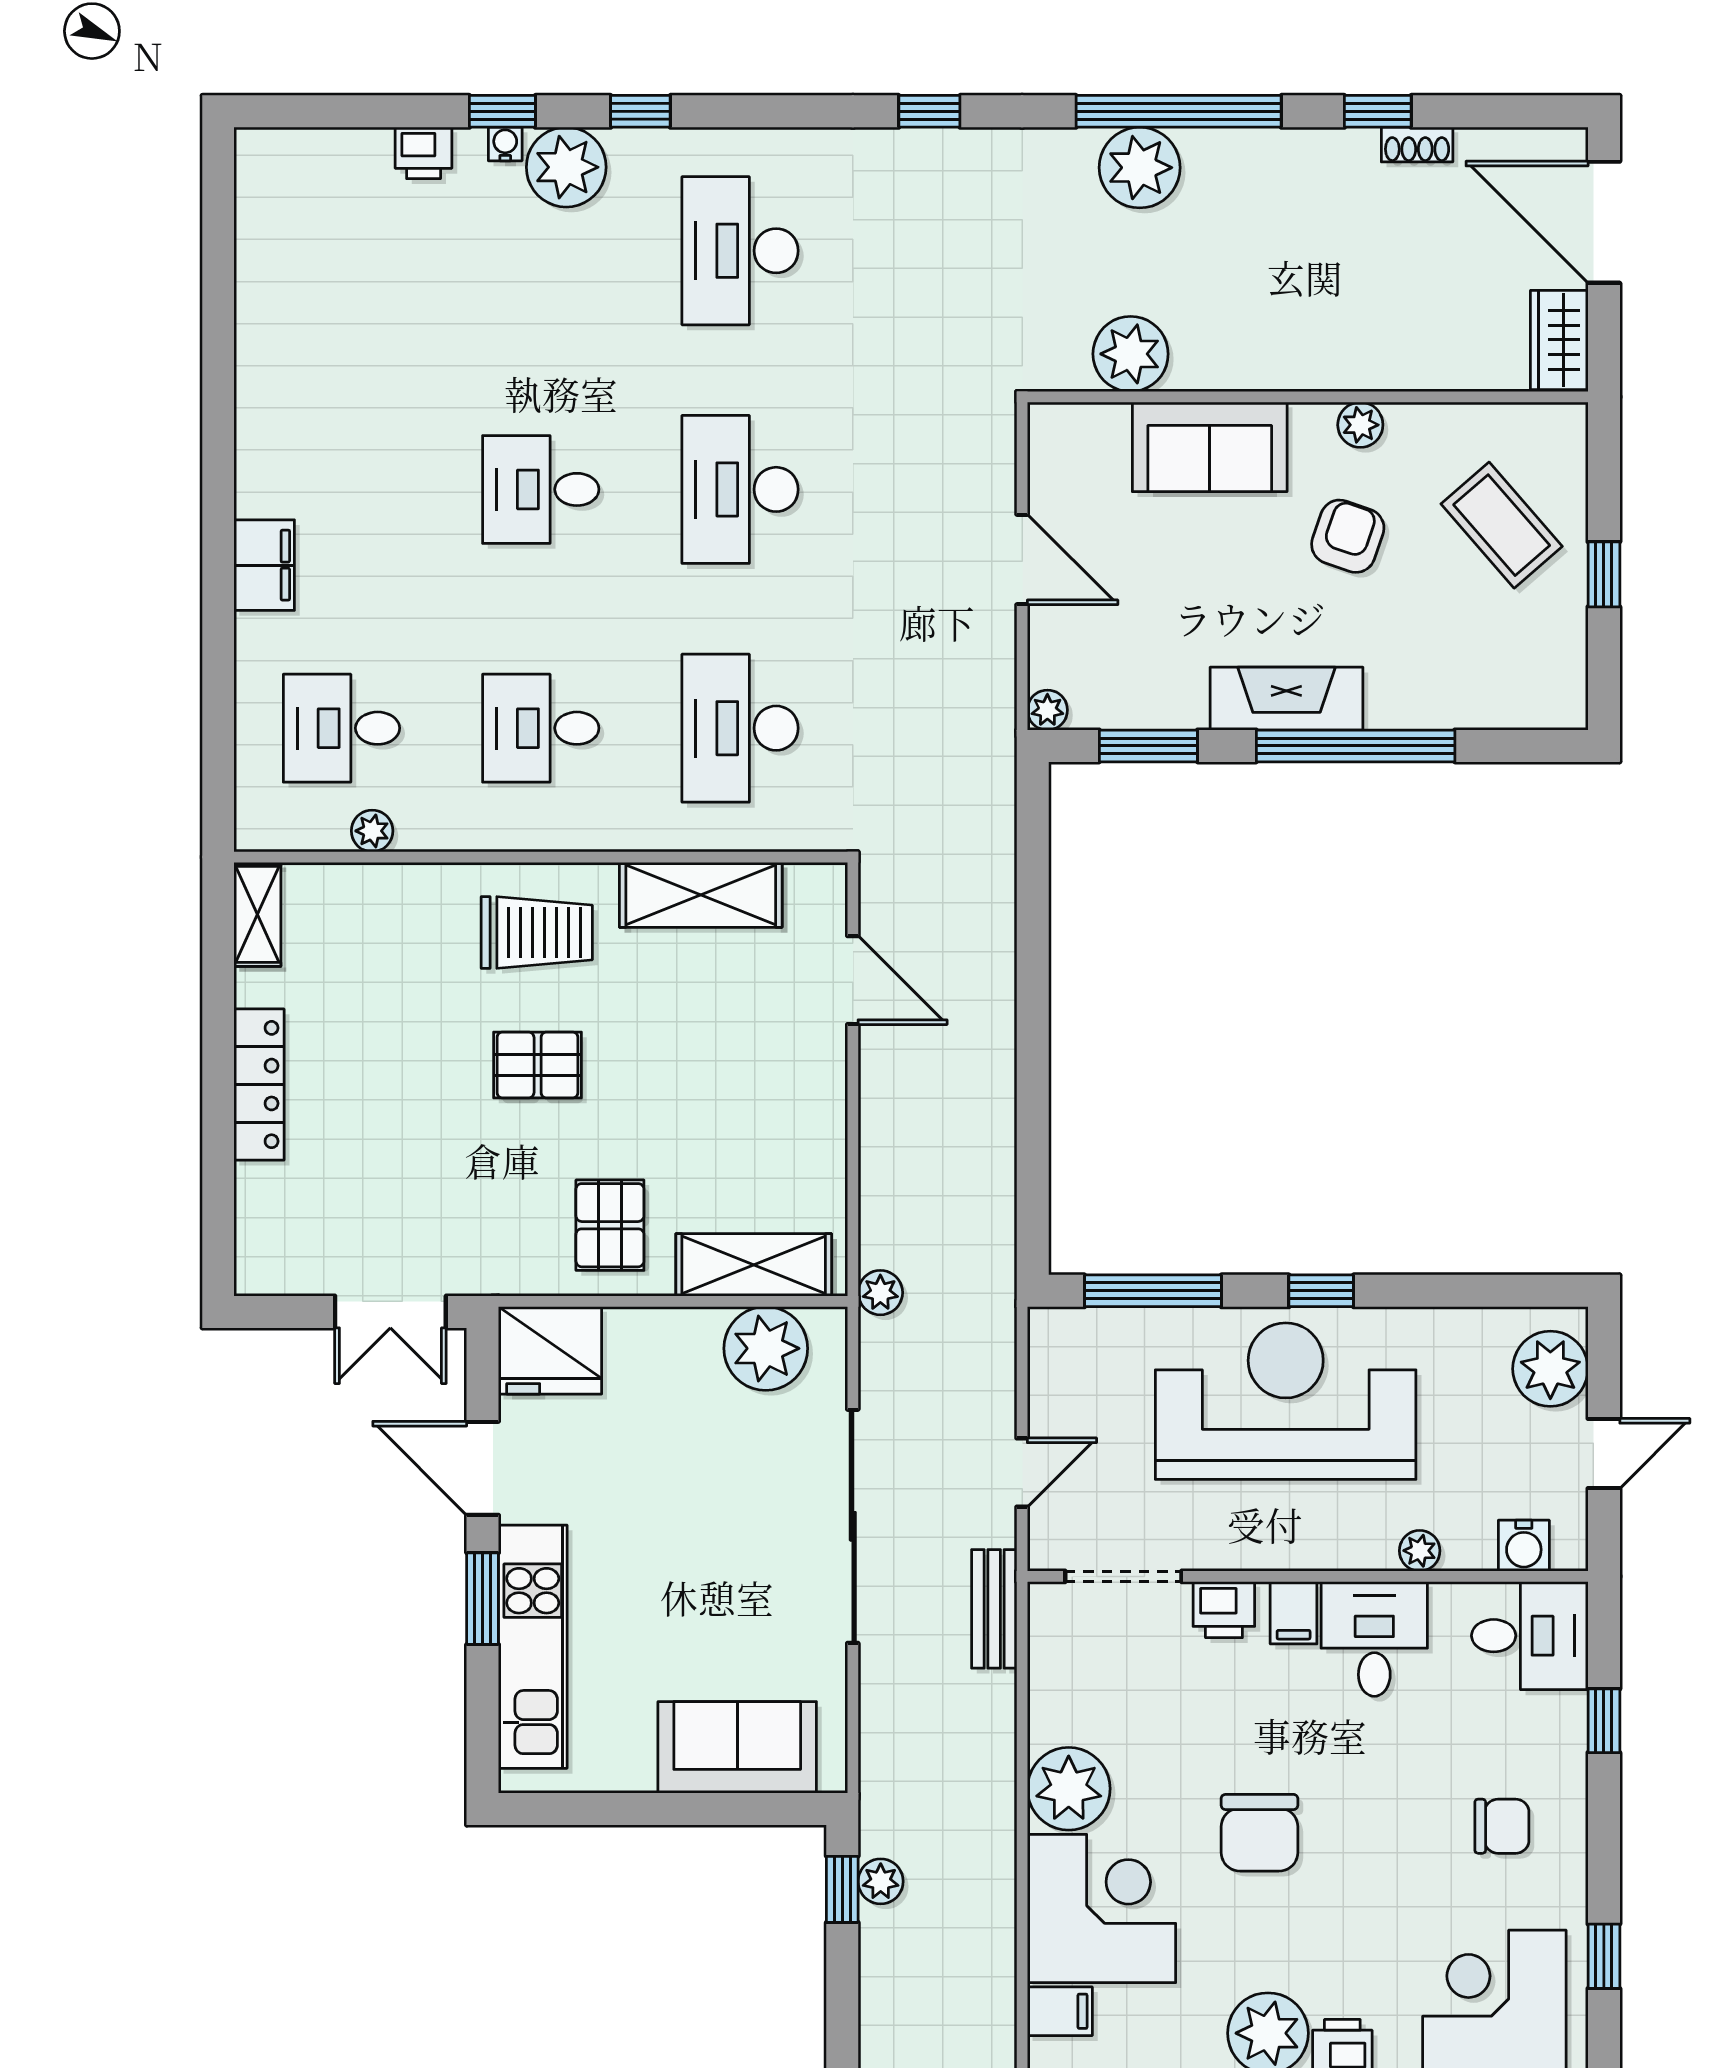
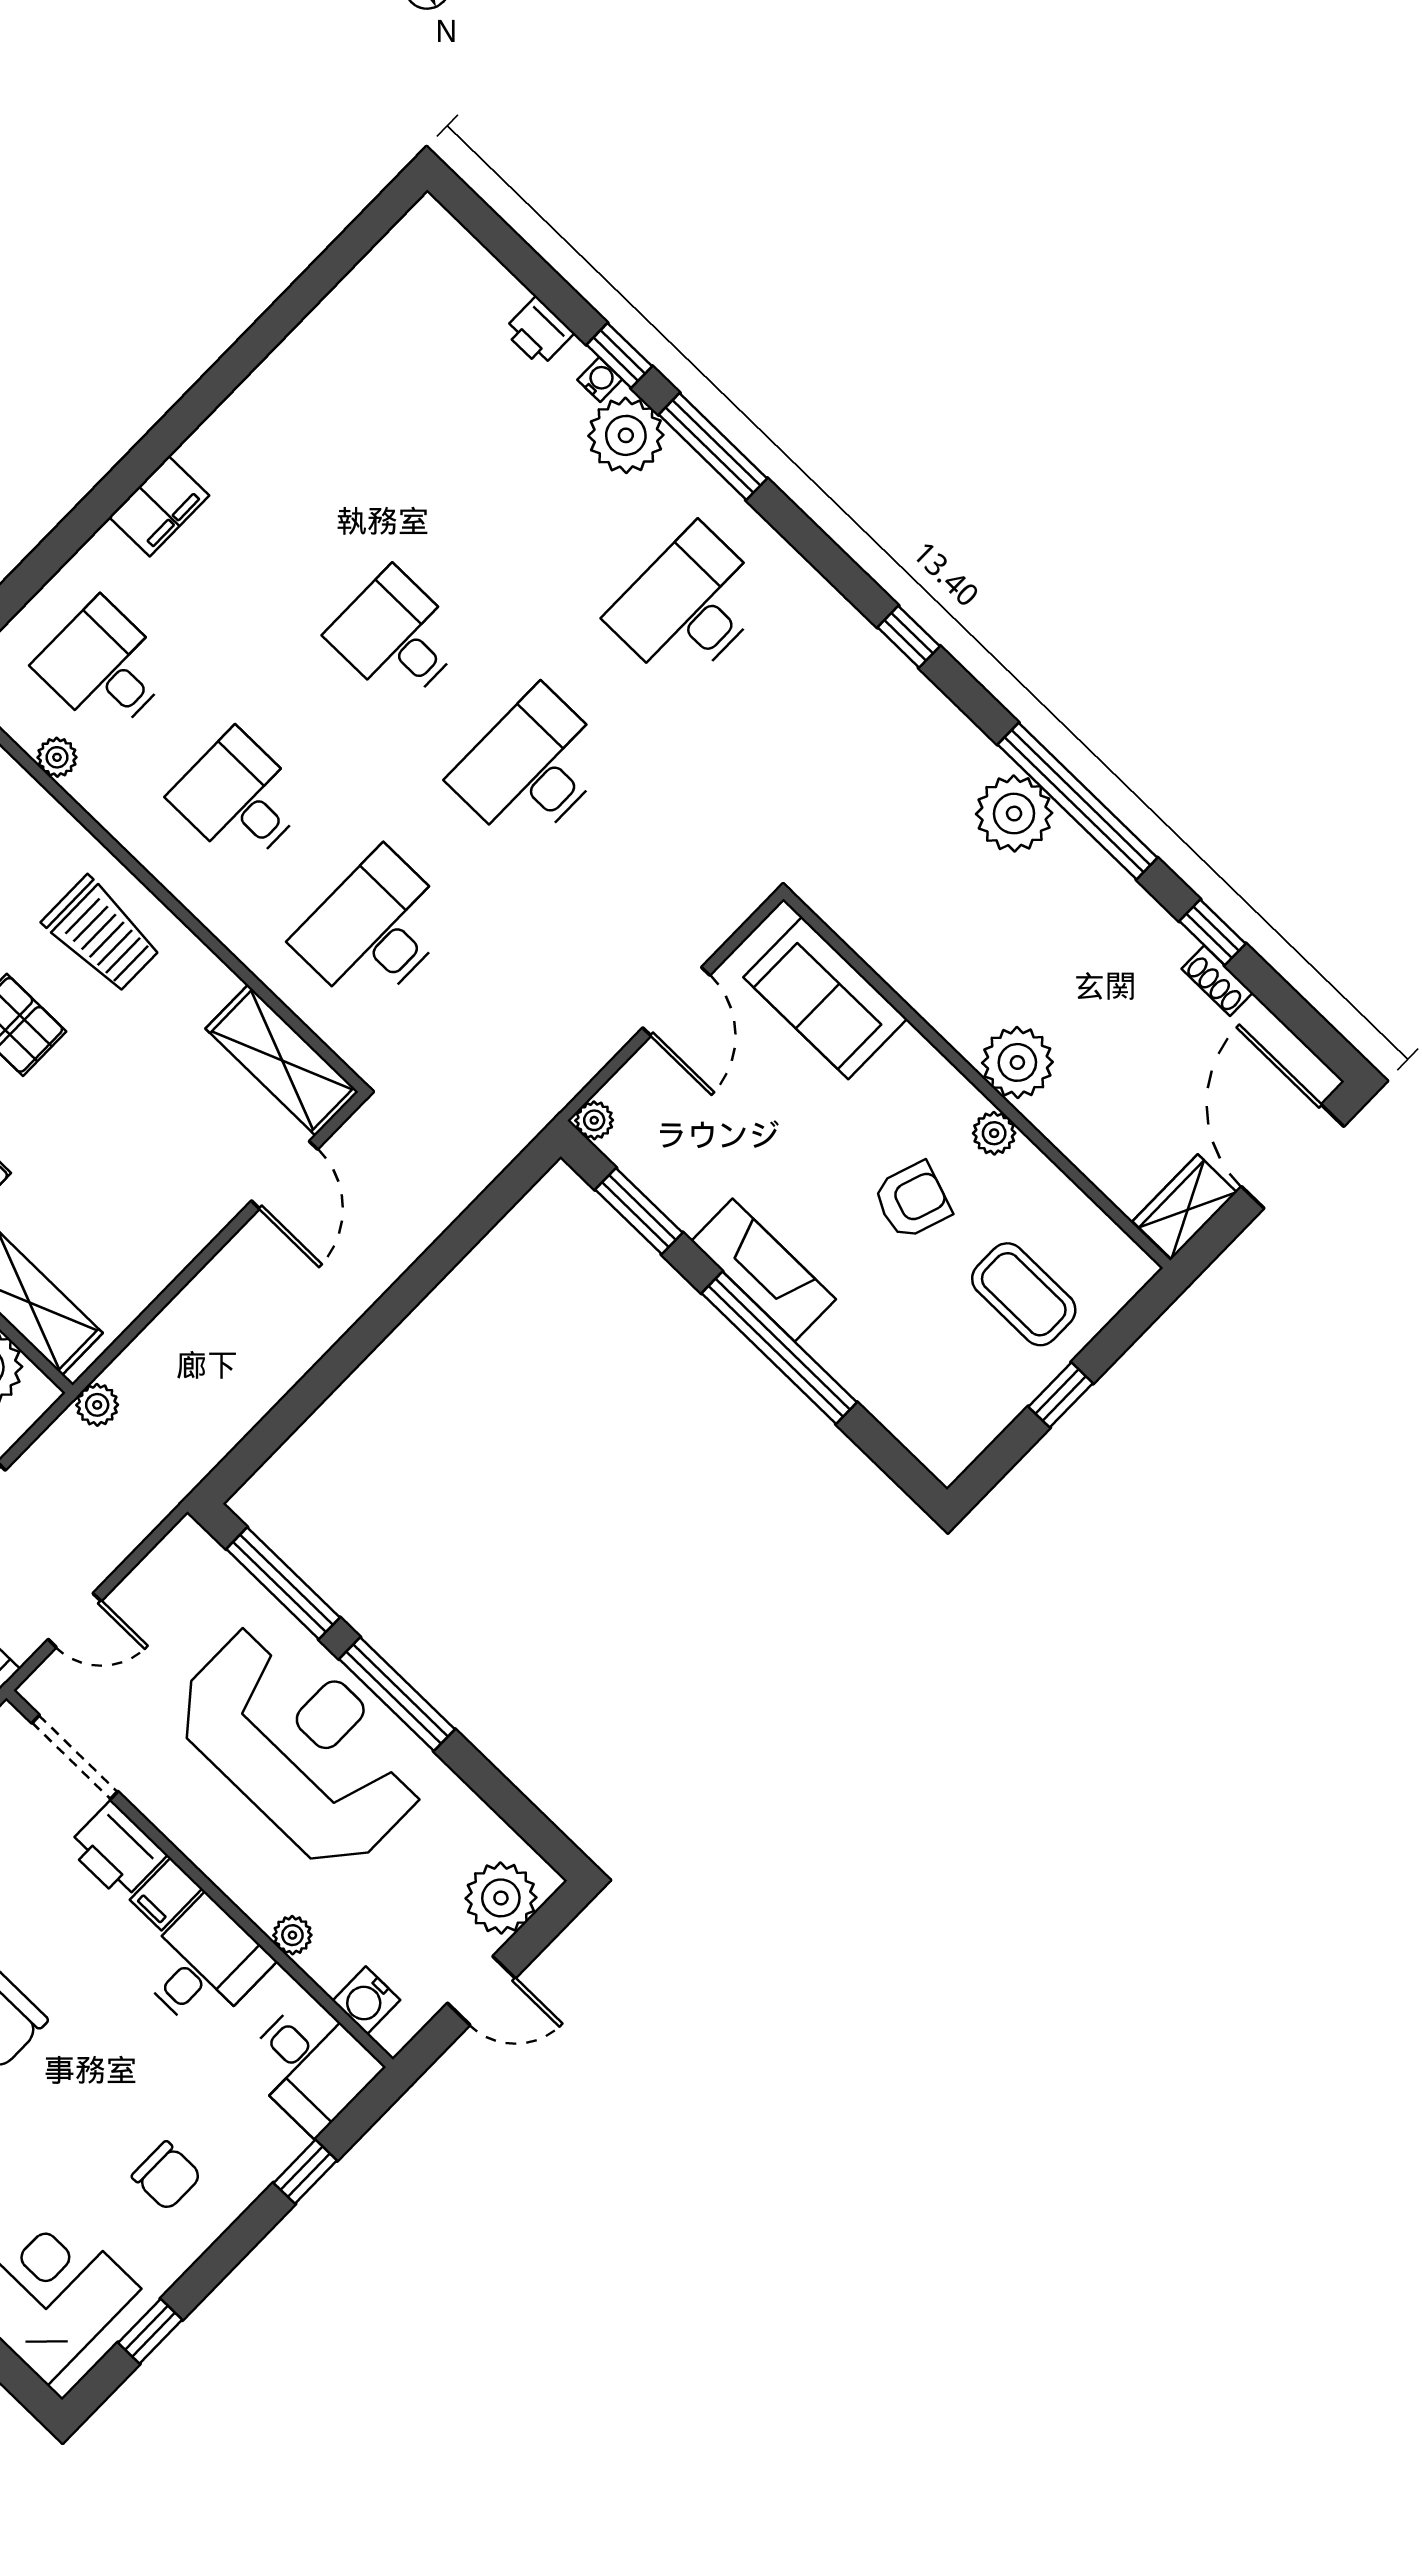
window: (640, 111) -> (713, 447), width x2.17
plant: (1131, 354) -> (1017, 1062), moved
sofa: (1210, 447) -> (825, 998), moved
coffee table: (1502, 525) -> (1024, 1294), turned -49
shelving: (701, 895) -> (282, 1060), moved
window: (1321, 1291) -> (397, 1694), width x2.17
printer: (1224, 1610) -> (117, 1851), width x1.36, depth x1.24

